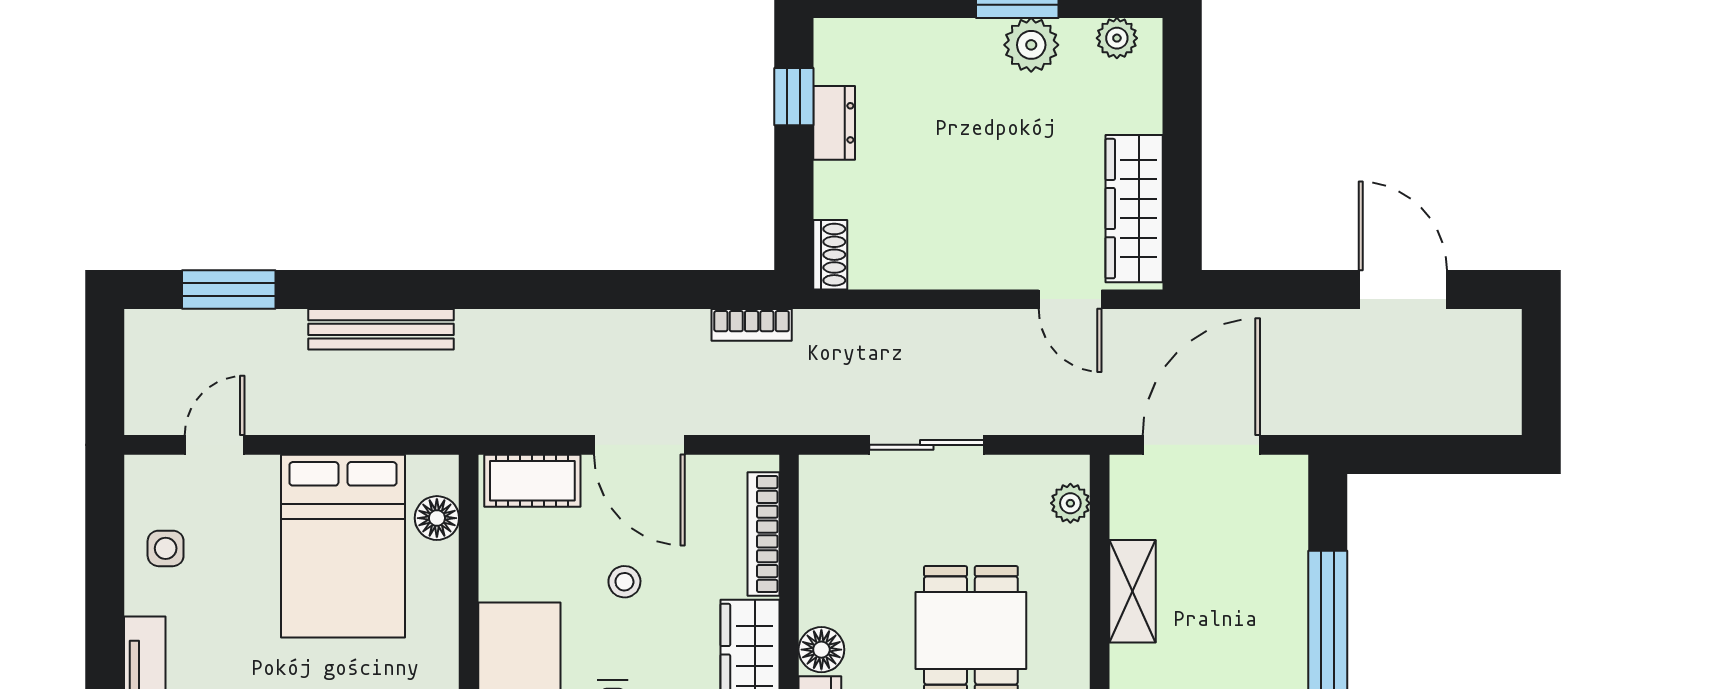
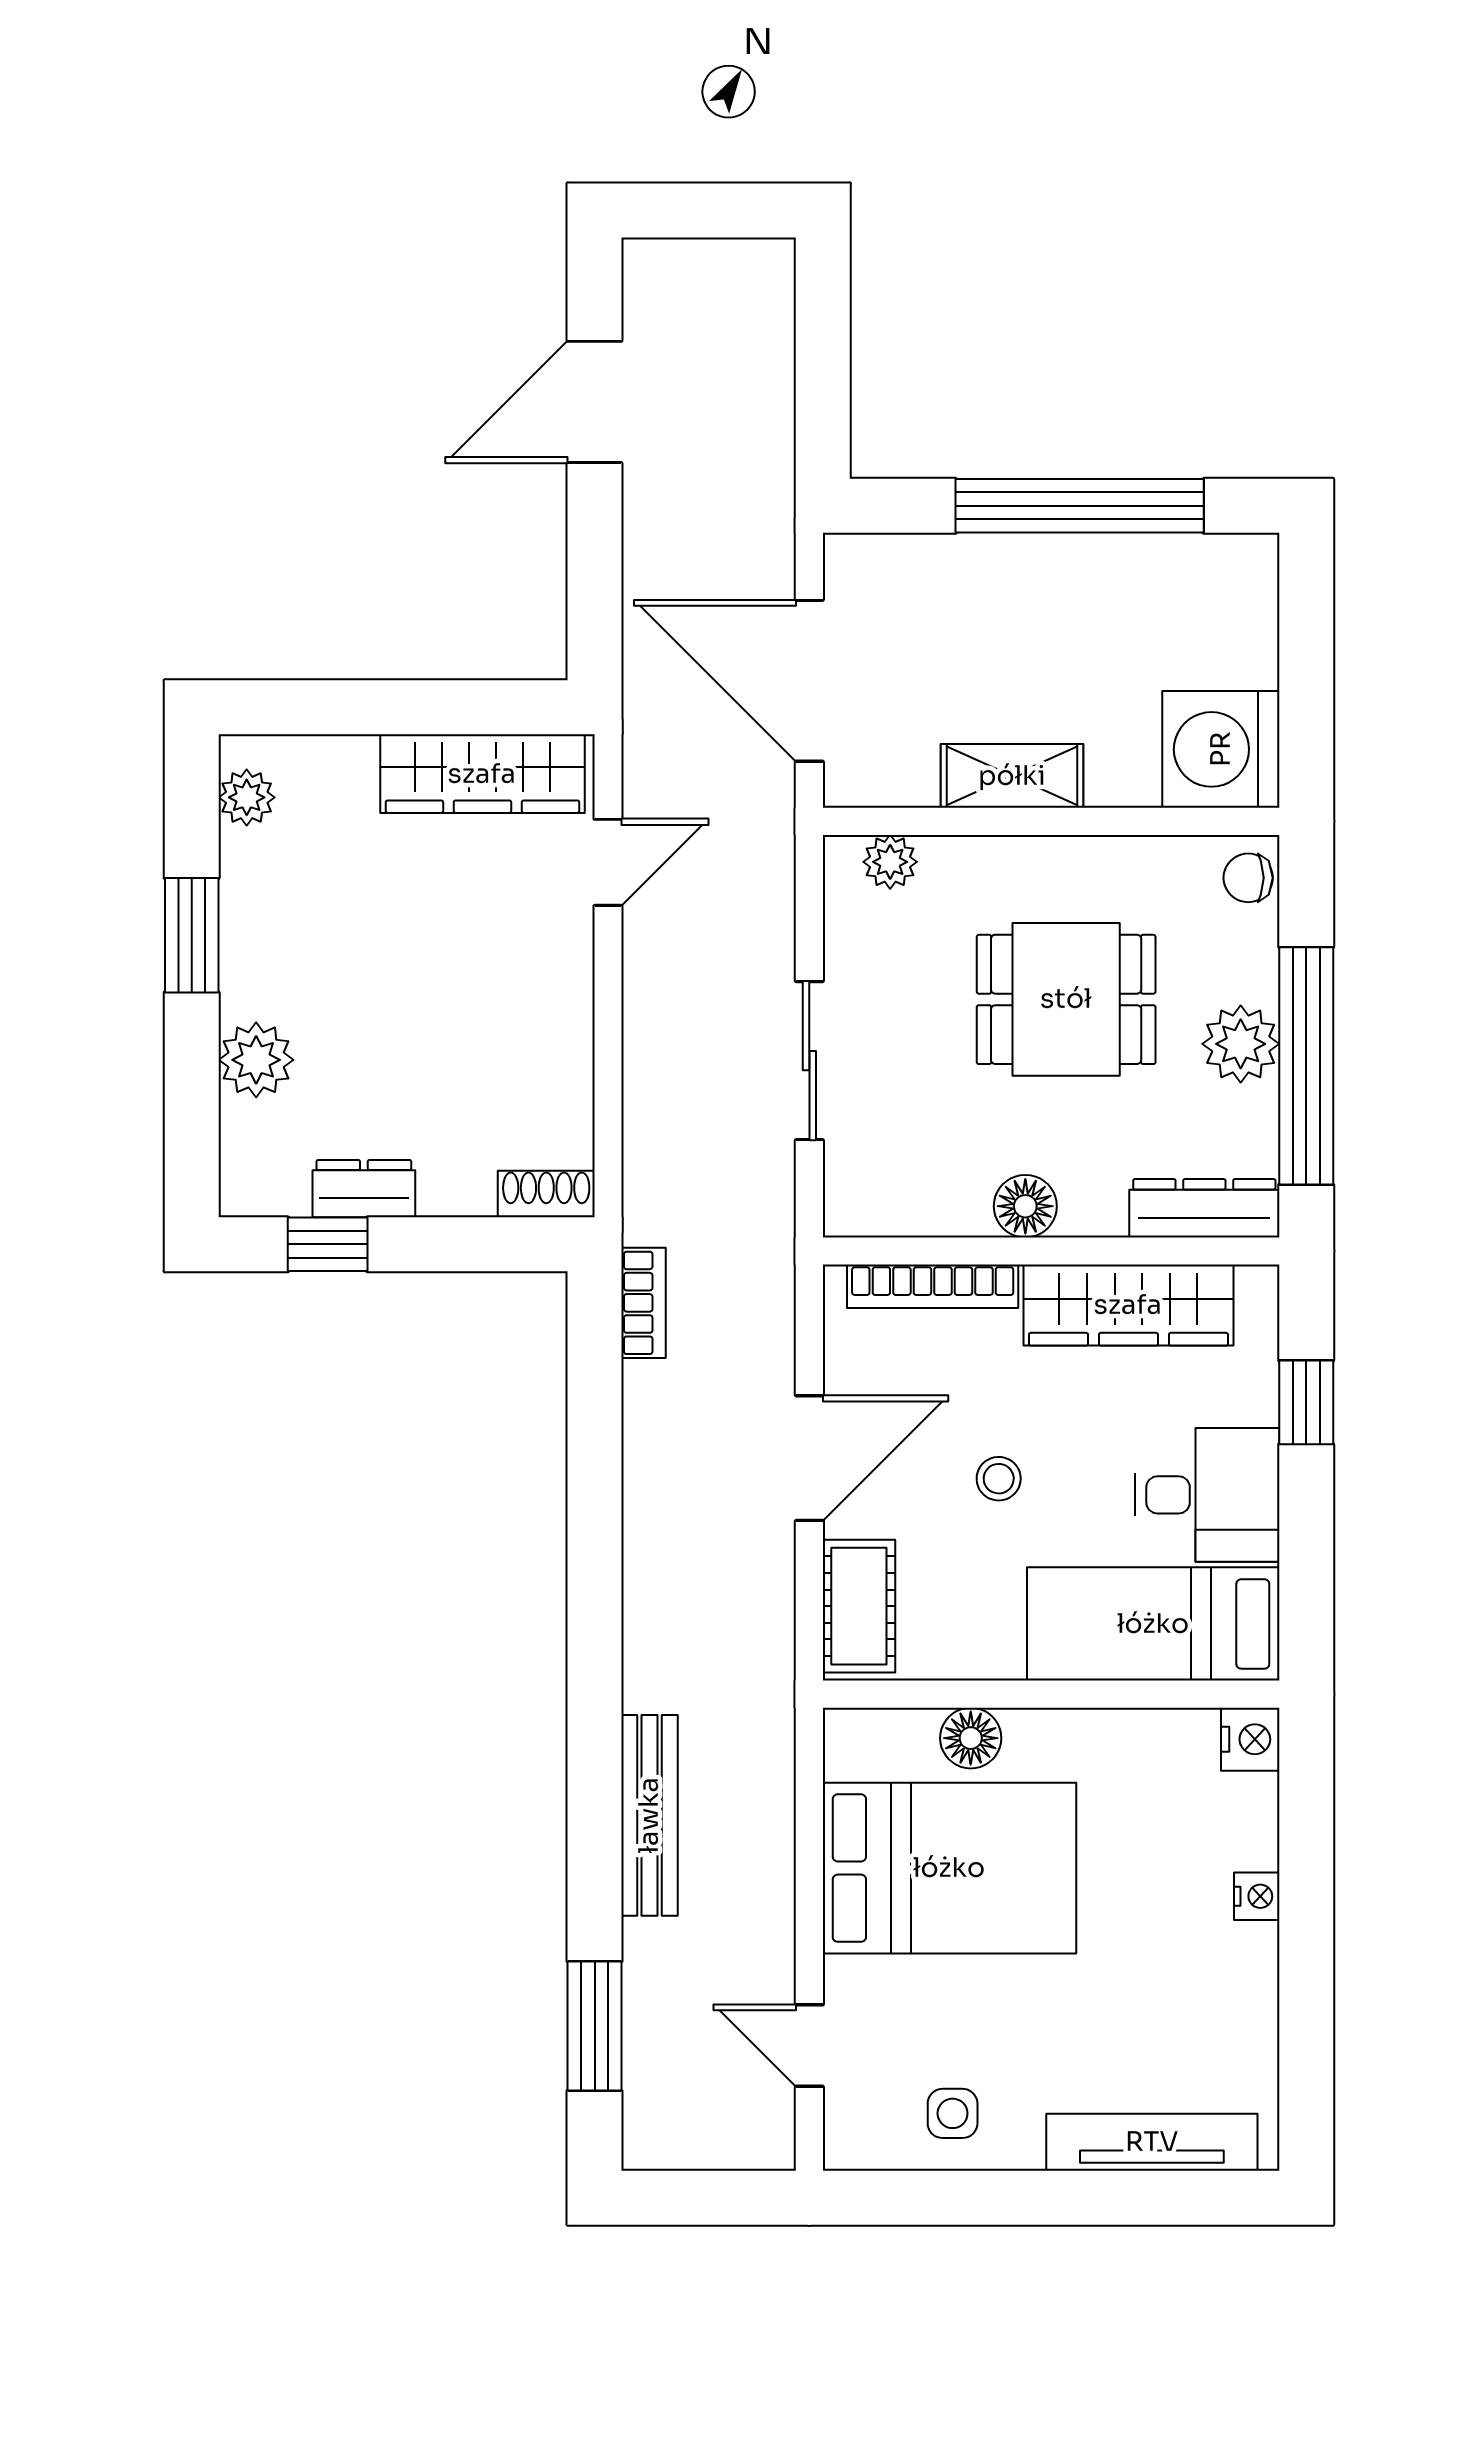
plant: (1031, 45) -> (256, 1060), moved
floor lamp: (437, 518) -> (971, 1738), moved
floor lamp: (821, 650) -> (1025, 1206), moved

